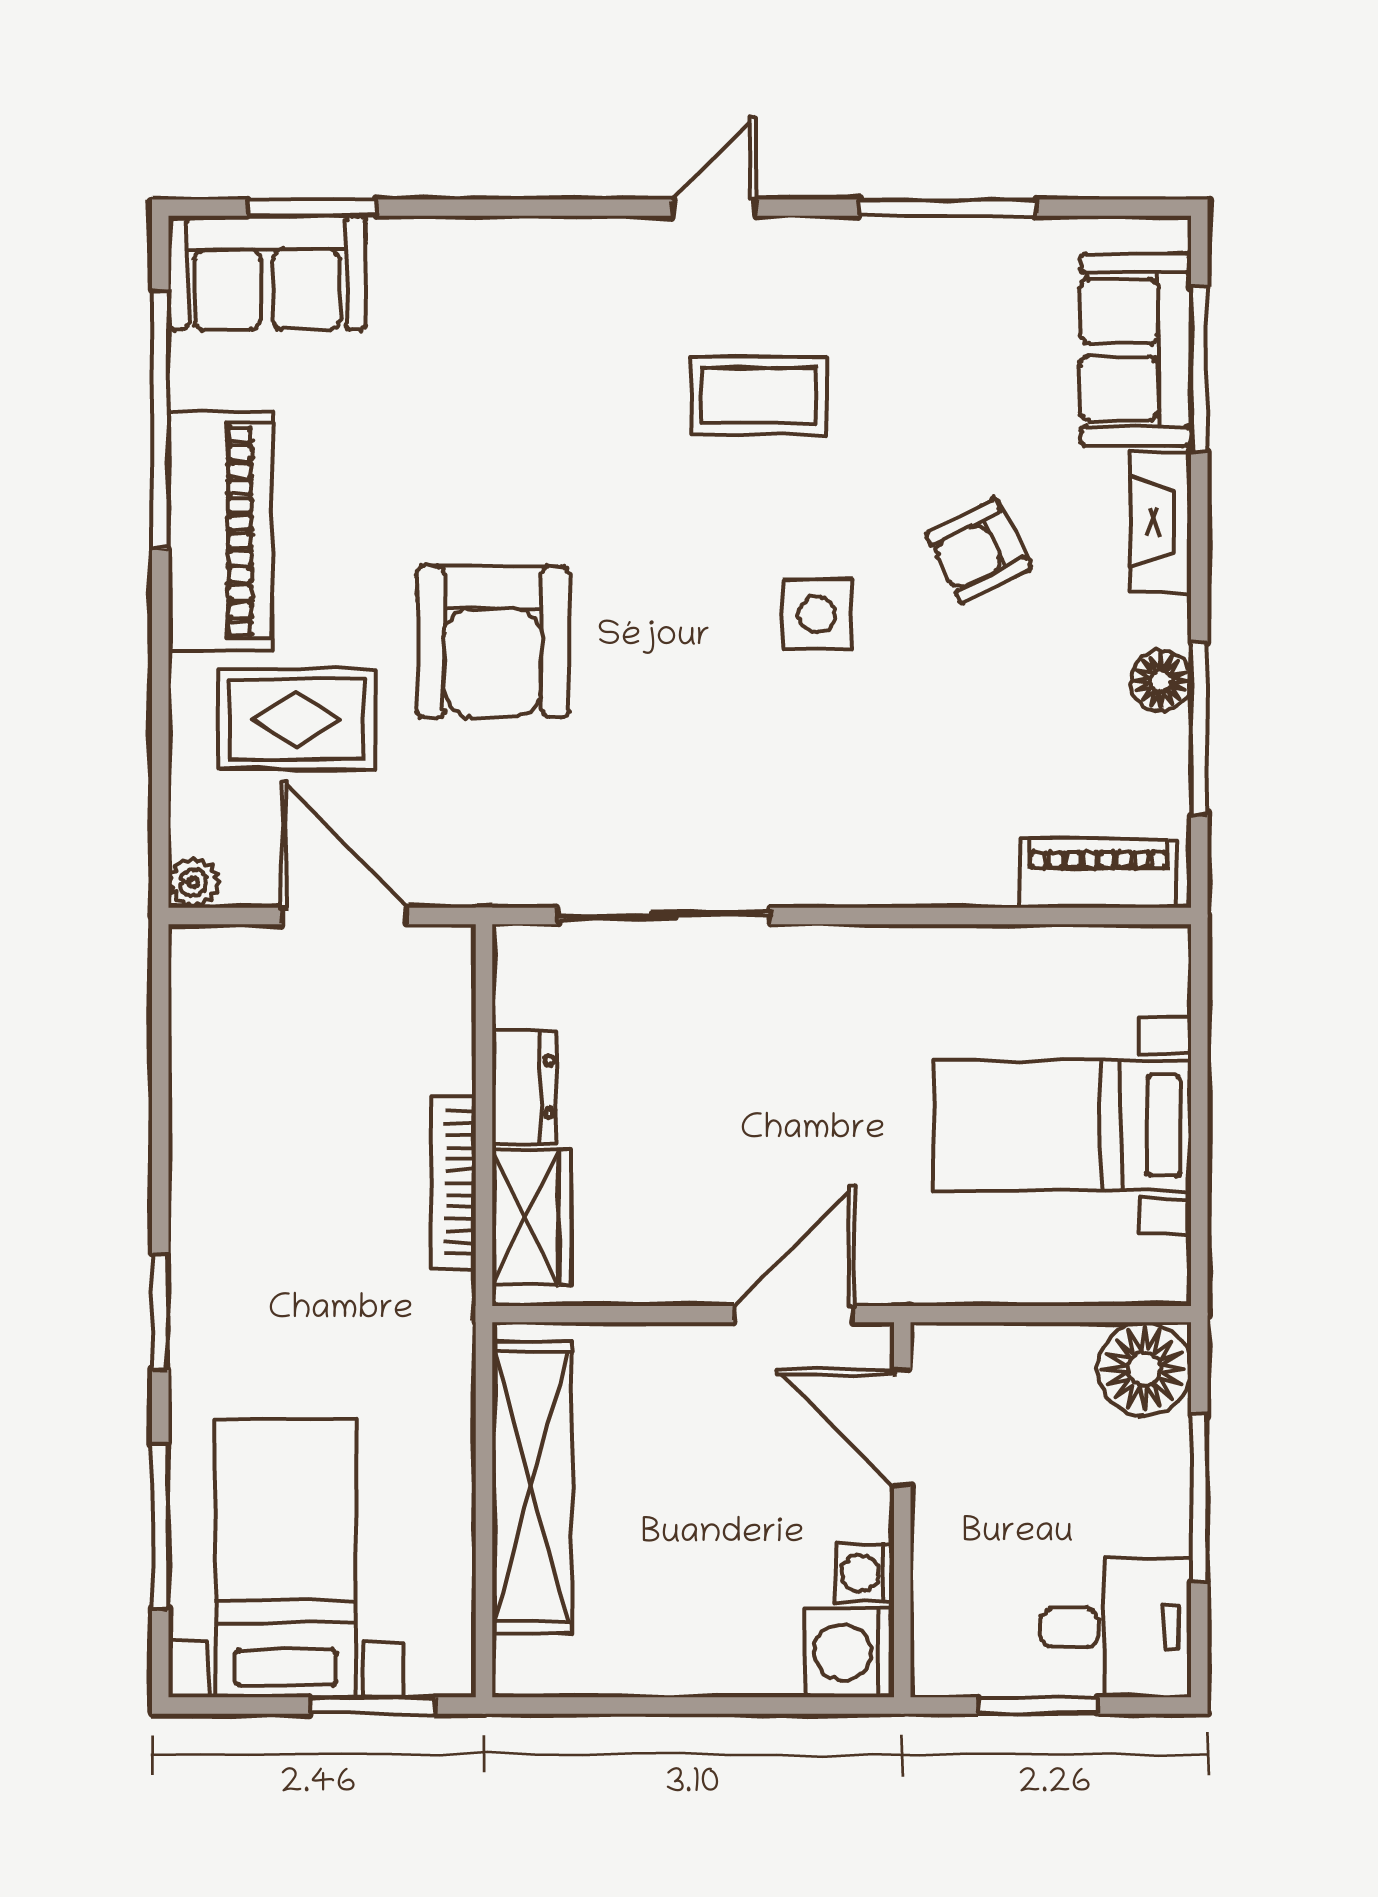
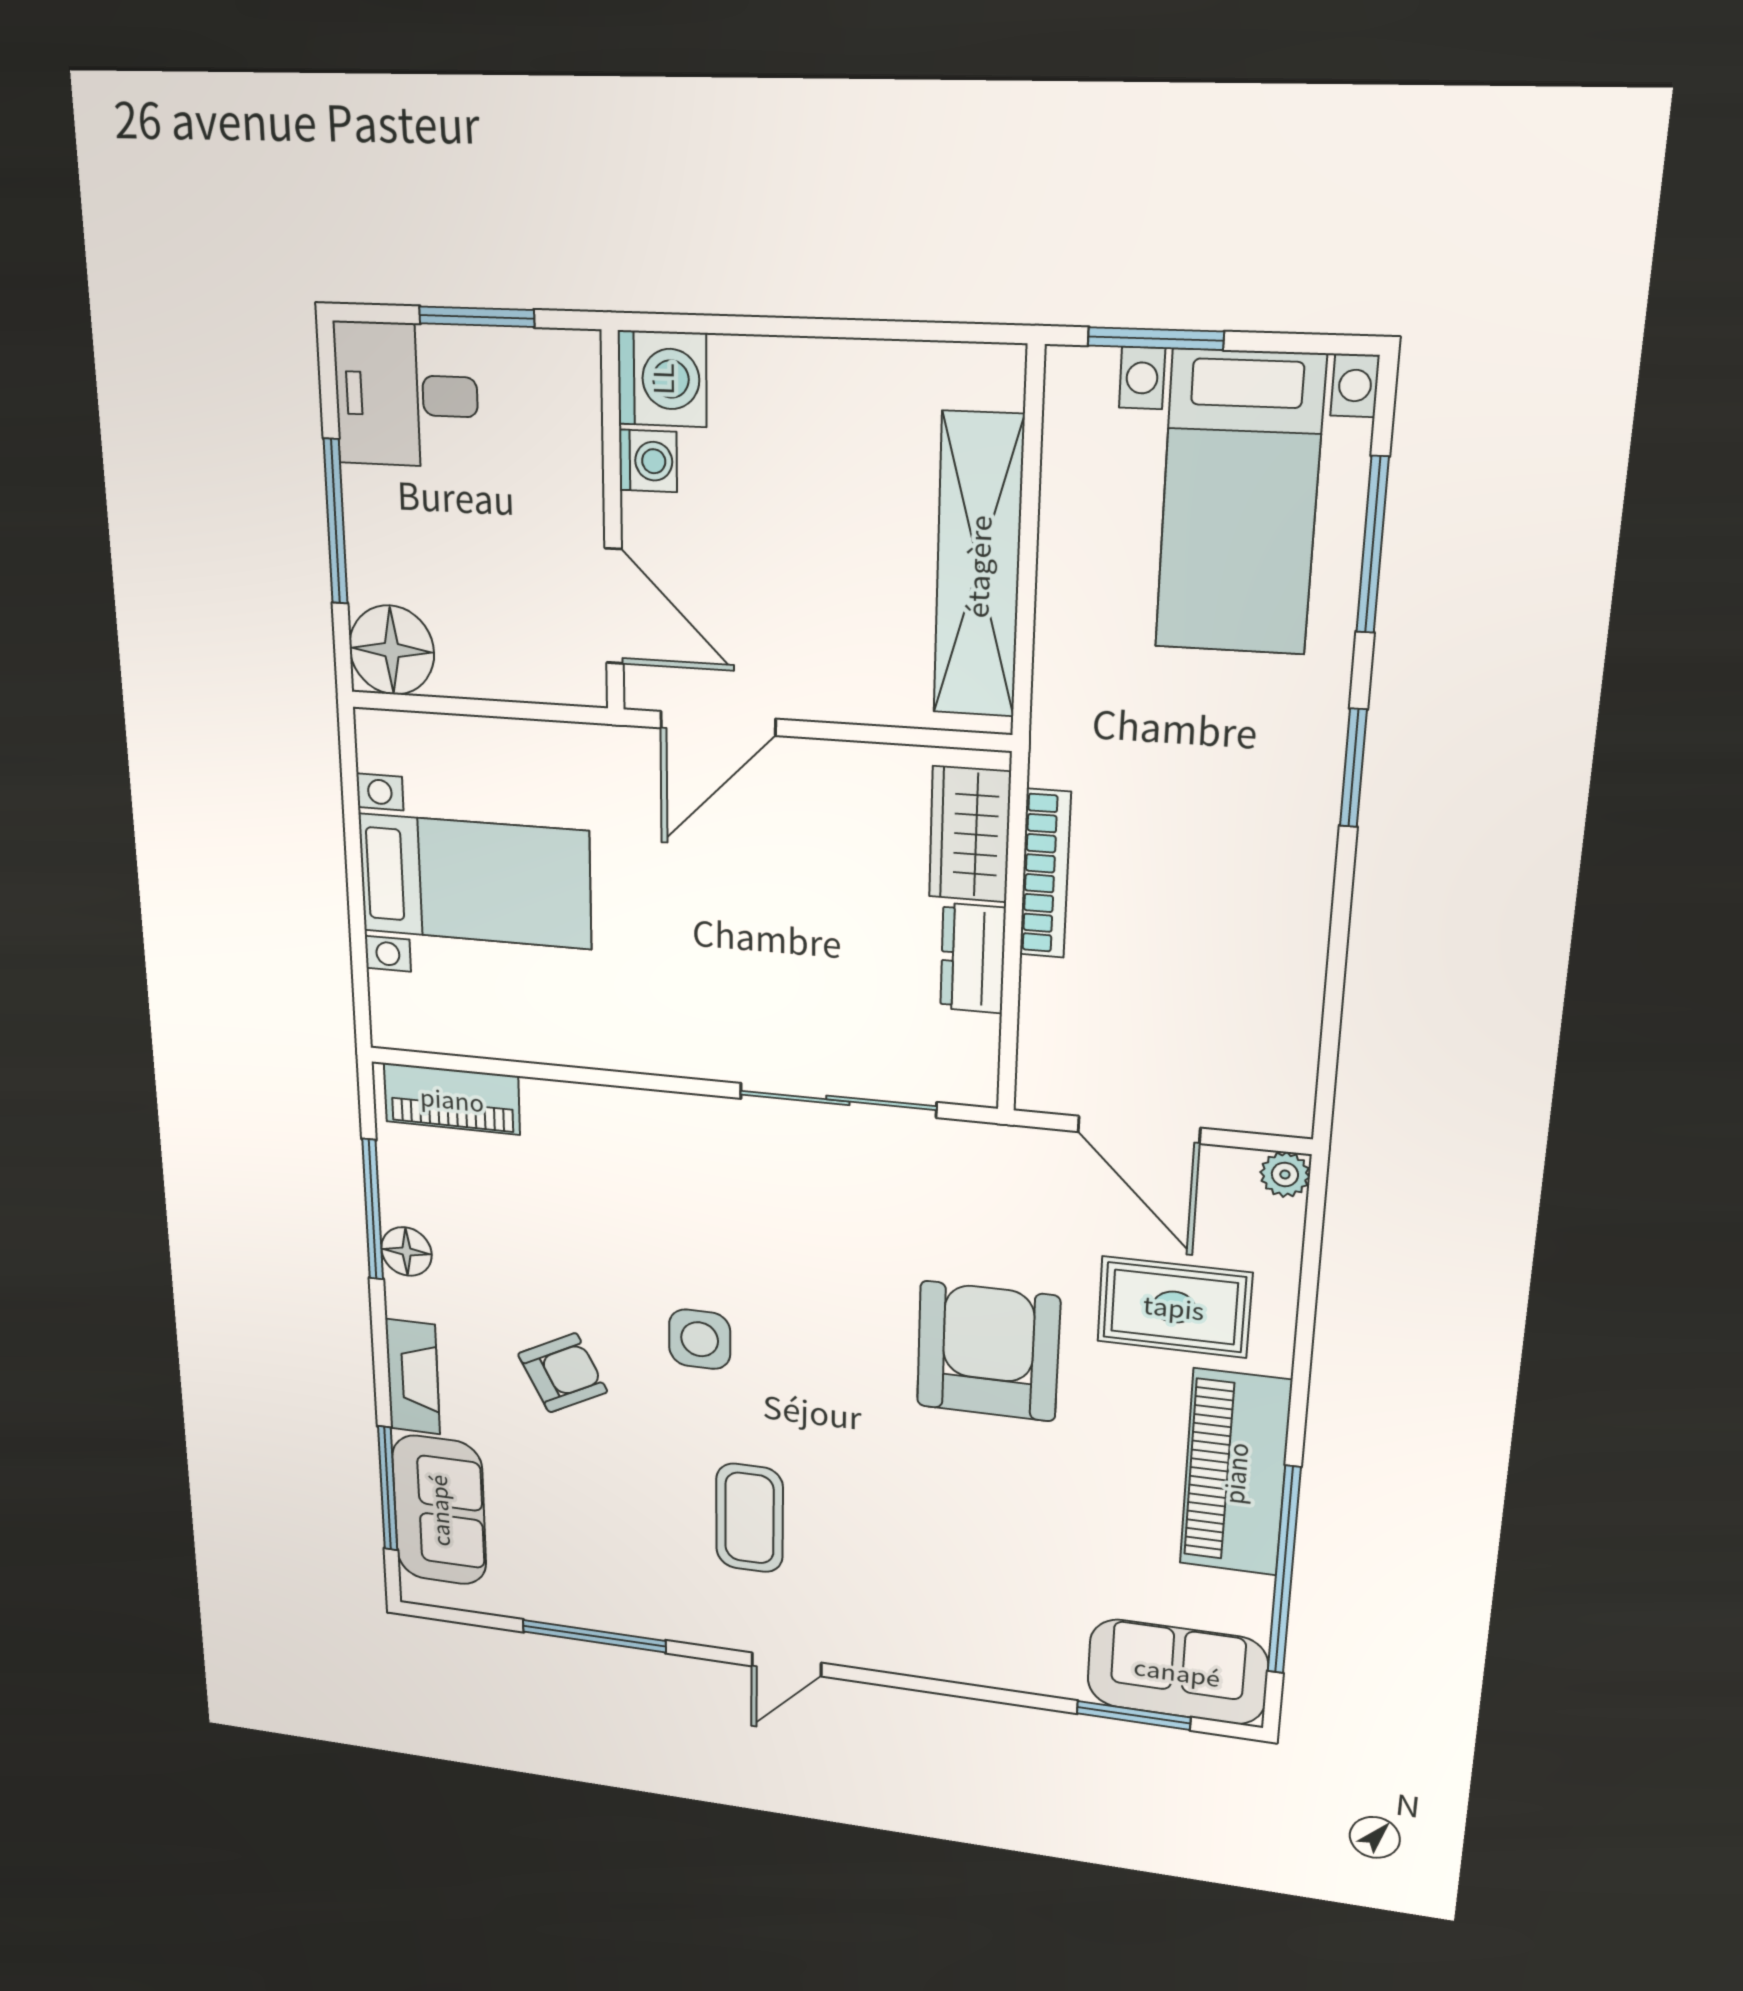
coffee table: (759, 395) -> (749, 1518), turned 90

